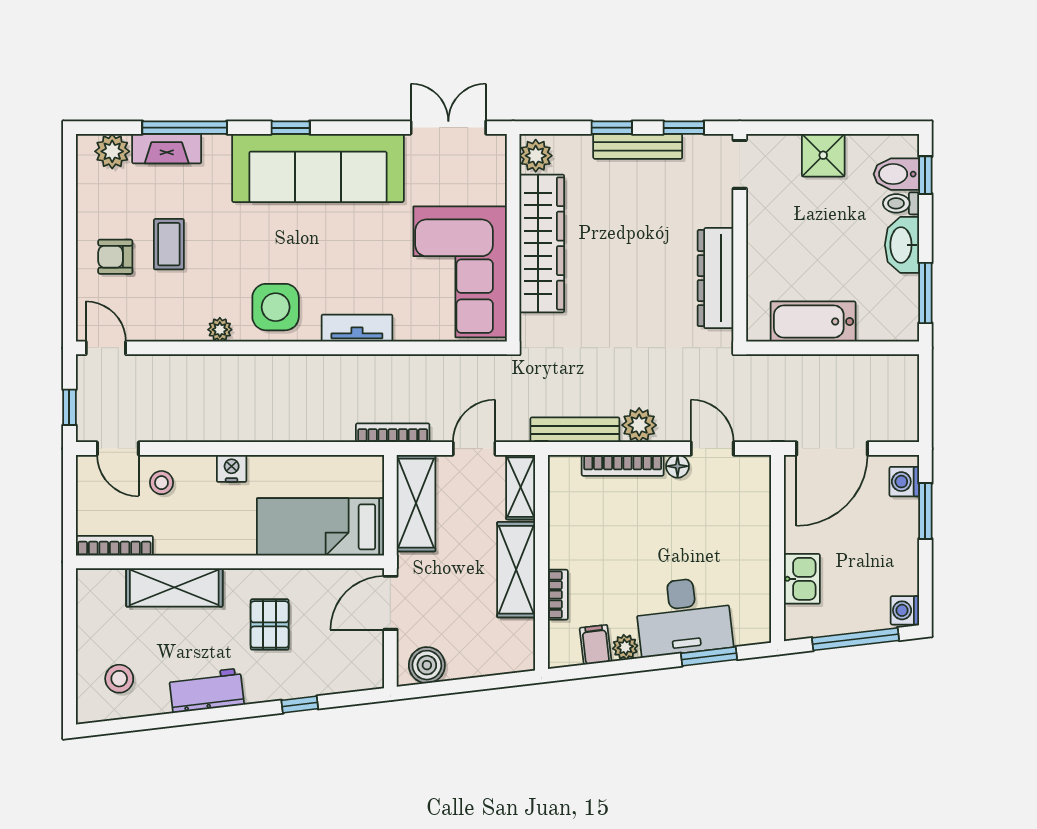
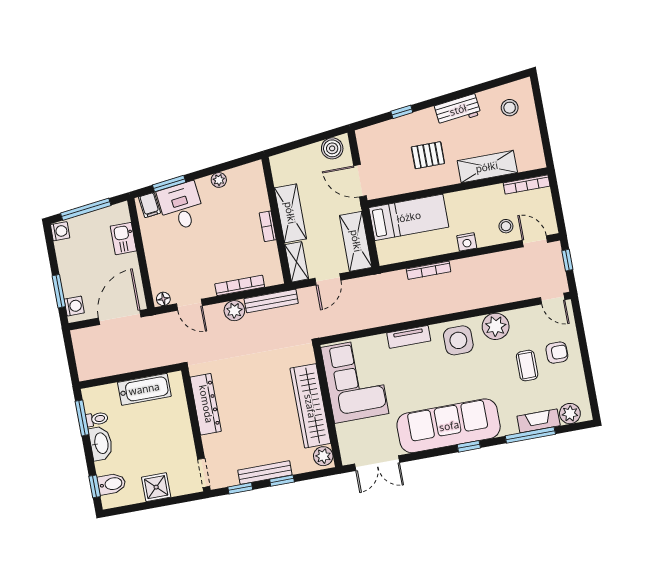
toilet: (901, 203) -> (97, 419), moved
plant: (220, 330) -> (496, 326), width x1.88, depth x1.88
bookcase: (393, 433) -> (429, 270), moved
floor lamp: (678, 466) -> (163, 299), moved
bookcase: (558, 595) -> (268, 226), moved
door: (390, 603) -> (360, 181), swing flipped
desk: (684, 616) -> (181, 206), width x0.73
pallet: (270, 624) -> (428, 155), turned 90
filing cabinet: (596, 645) -> (150, 205), moved

